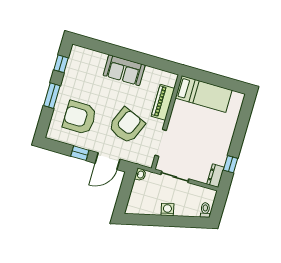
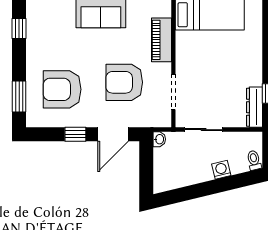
window: (52, 96) -> (19, 97), moved
armchair: (127, 125) -> (124, 82), turned -113
dresser: (215, 176) -> (254, 107), width x1.44
washing machine: (167, 209) -> (221, 170), moved

